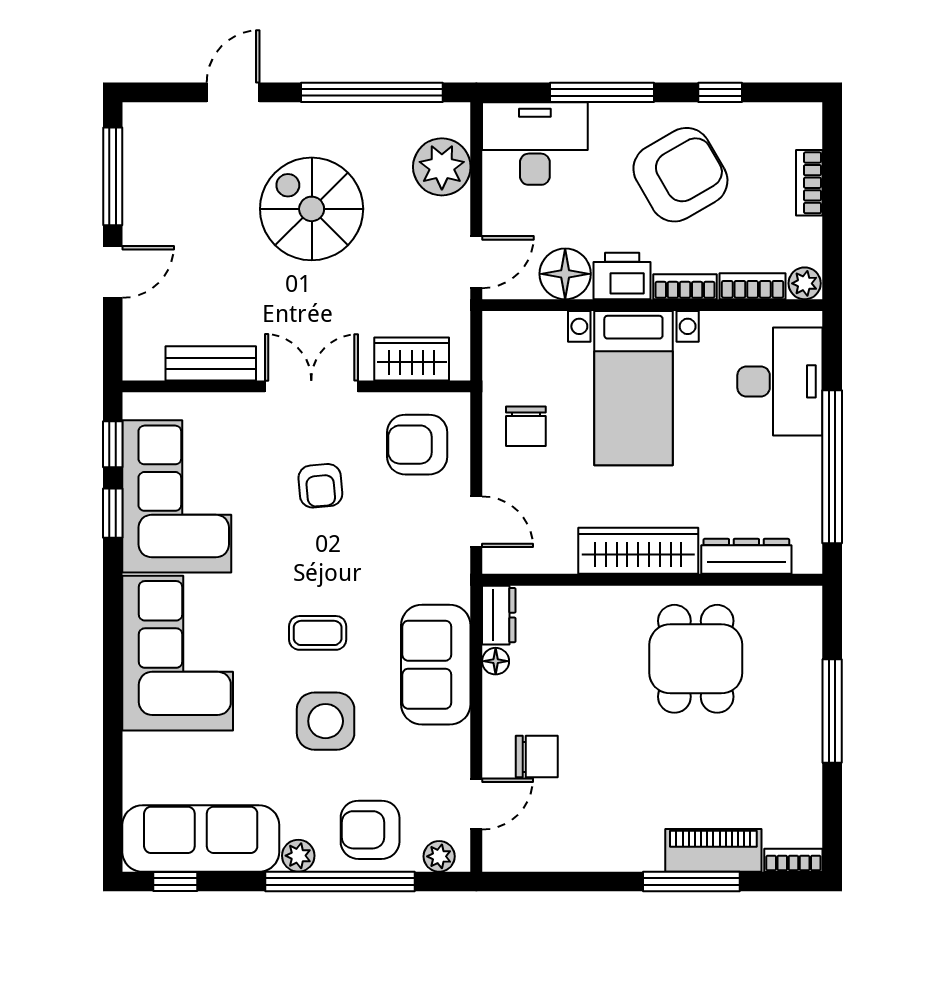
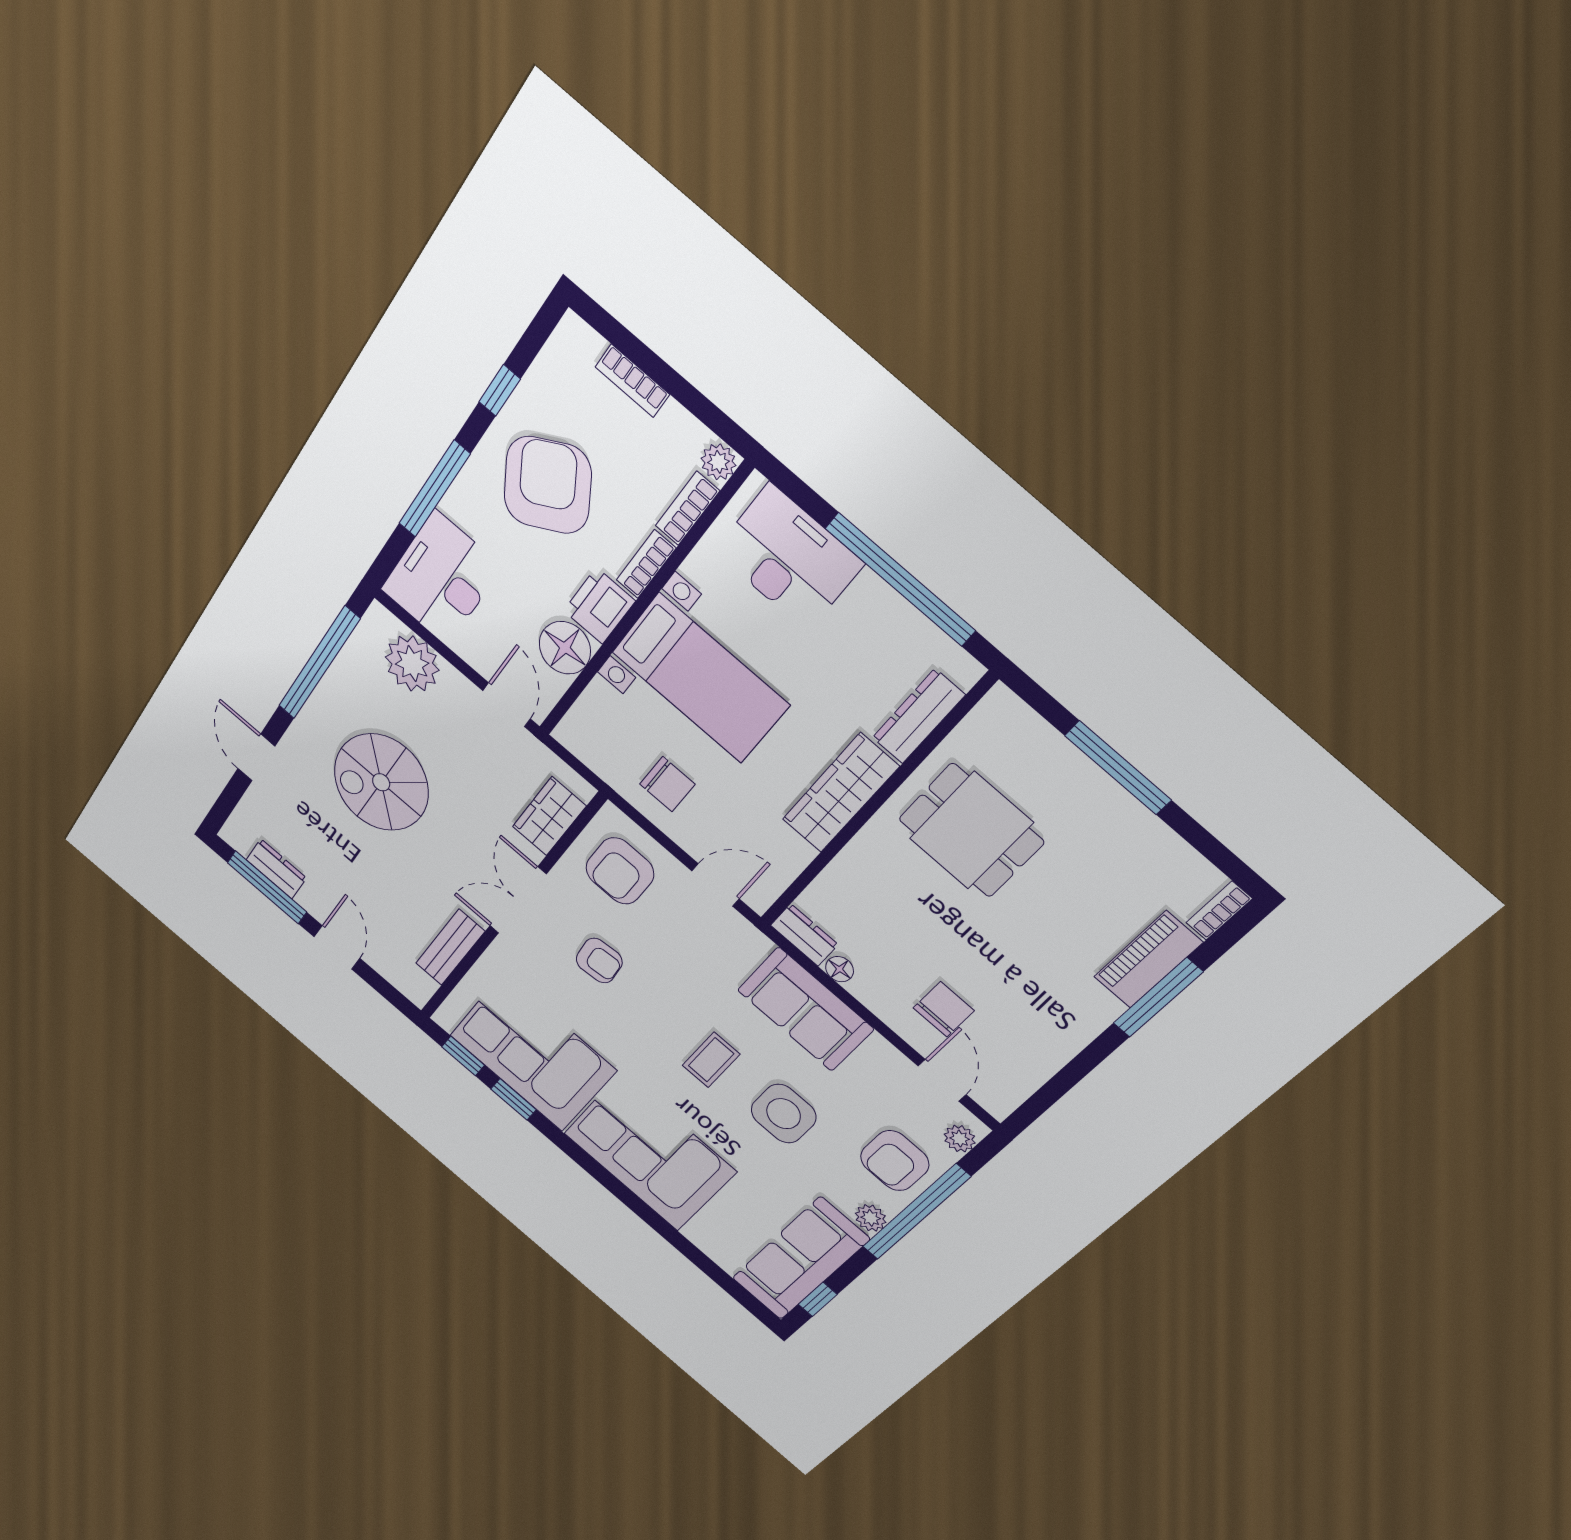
dresser: (140, 173) -> (276, 869), added

